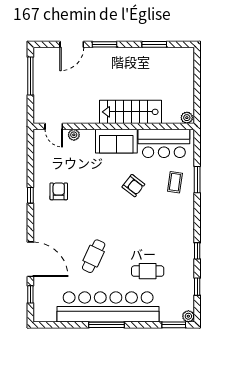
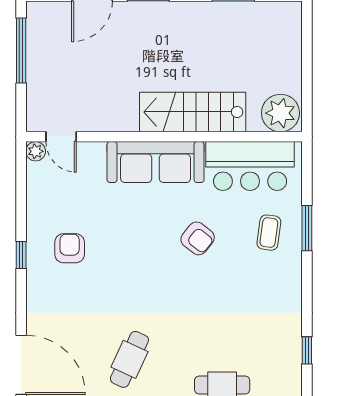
plant: (187, 118) -> (280, 113), width x1.88, depth x1.88
plant: (74, 135) -> (36, 151), moved
sofa: (116, 141) -> (156, 162), width x1.36

